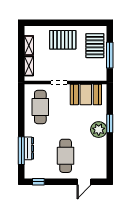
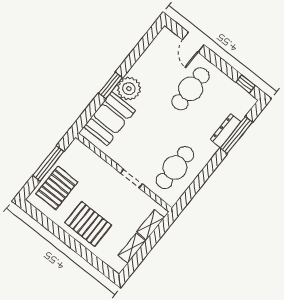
booth: (86, 94) -> (109, 119), moved, turned 90
door: (84, 182) -> (193, 42), swing flipped

